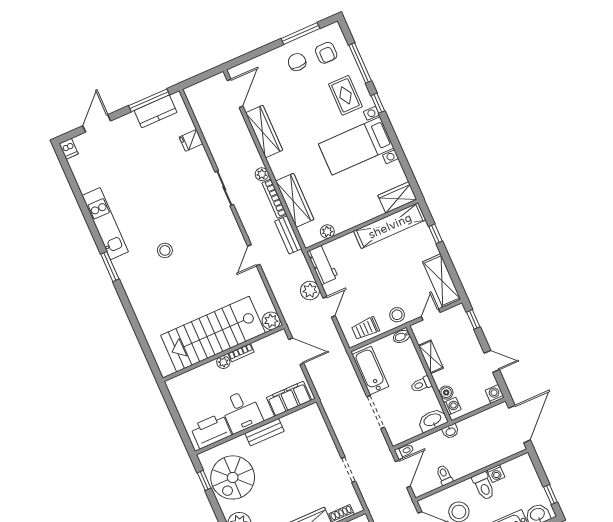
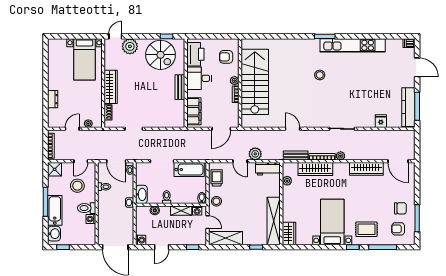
kitchen counter: (155, 111) -> (408, 107), width x1.50
kitchen unit: (105, 224) -> (353, 45), width x1.36
plant: (271, 321) -> (247, 122), removed
armchair: (196, 388) -> (226, 57), added
washing machine: (452, 406) -> (197, 210), moved
spiral stairs: (233, 477) -> (161, 55), turned 180

